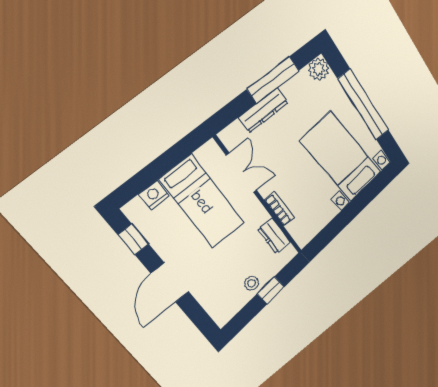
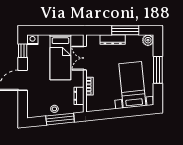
window: (363, 105) -> (158, 70), width x0.68
double door: (242, 173) -> (85, 58), swing flipped
nightstand: (154, 195) -> (32, 40), moved
window: (271, 290) -> (60, 119), width x2.17

